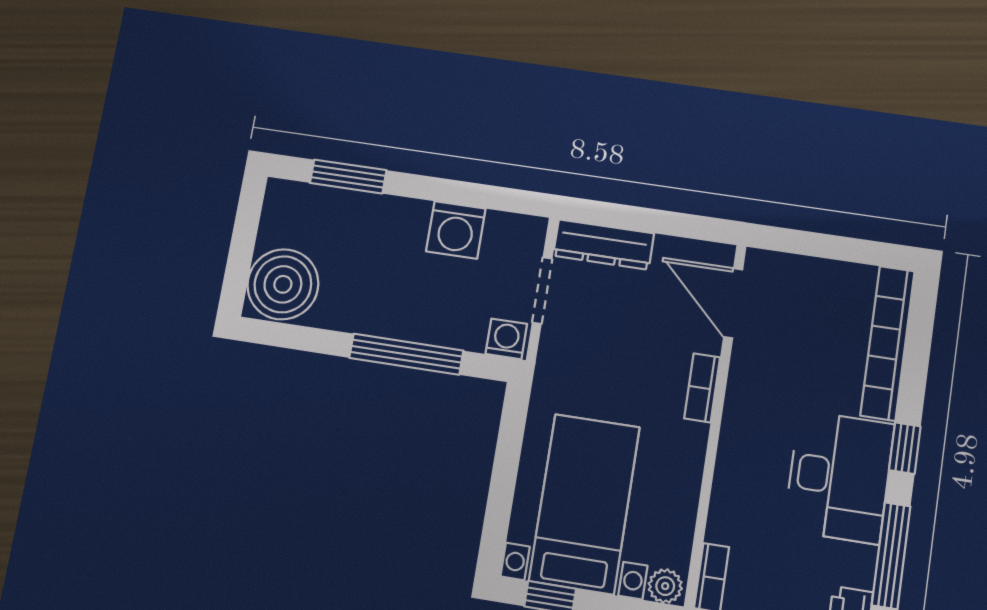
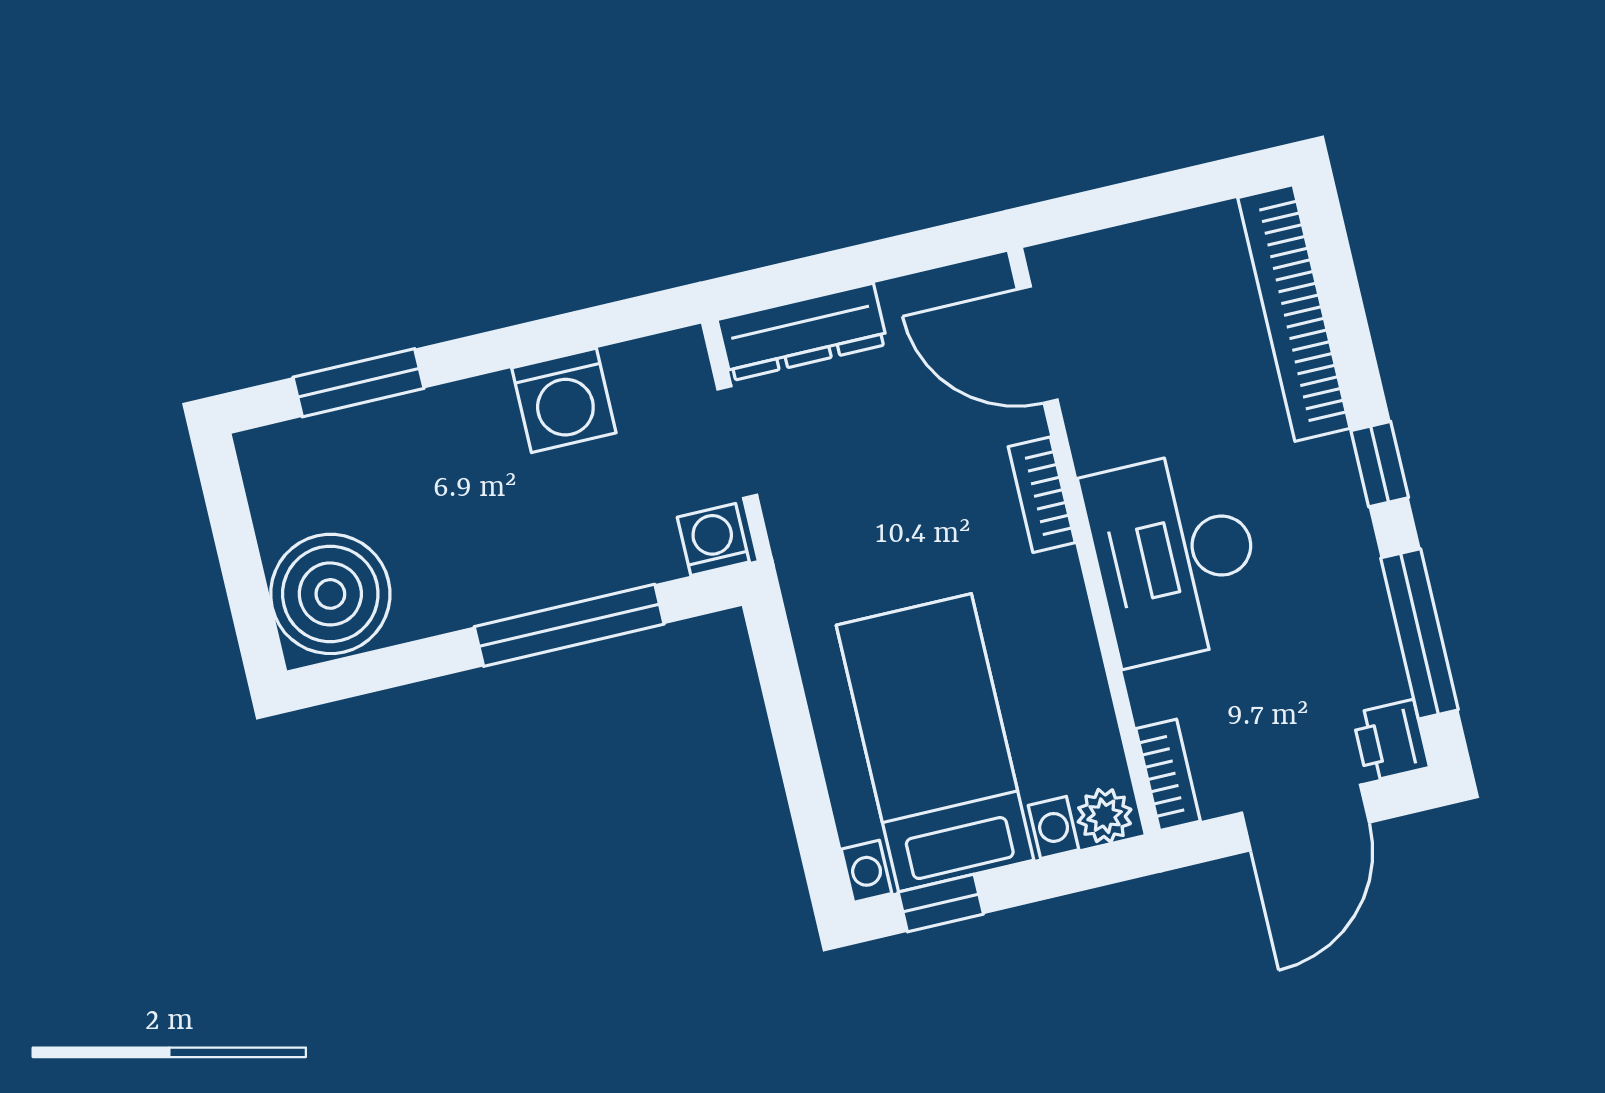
desk: (839, 477) -> (1175, 556), moved, turned 180

